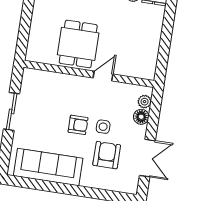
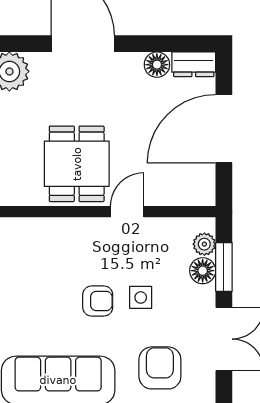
door: (166, 37) -> (224, 129), added
window: (154, 117) -> (224, 267), added
armchair: (107, 155) -> (160, 368), moved

